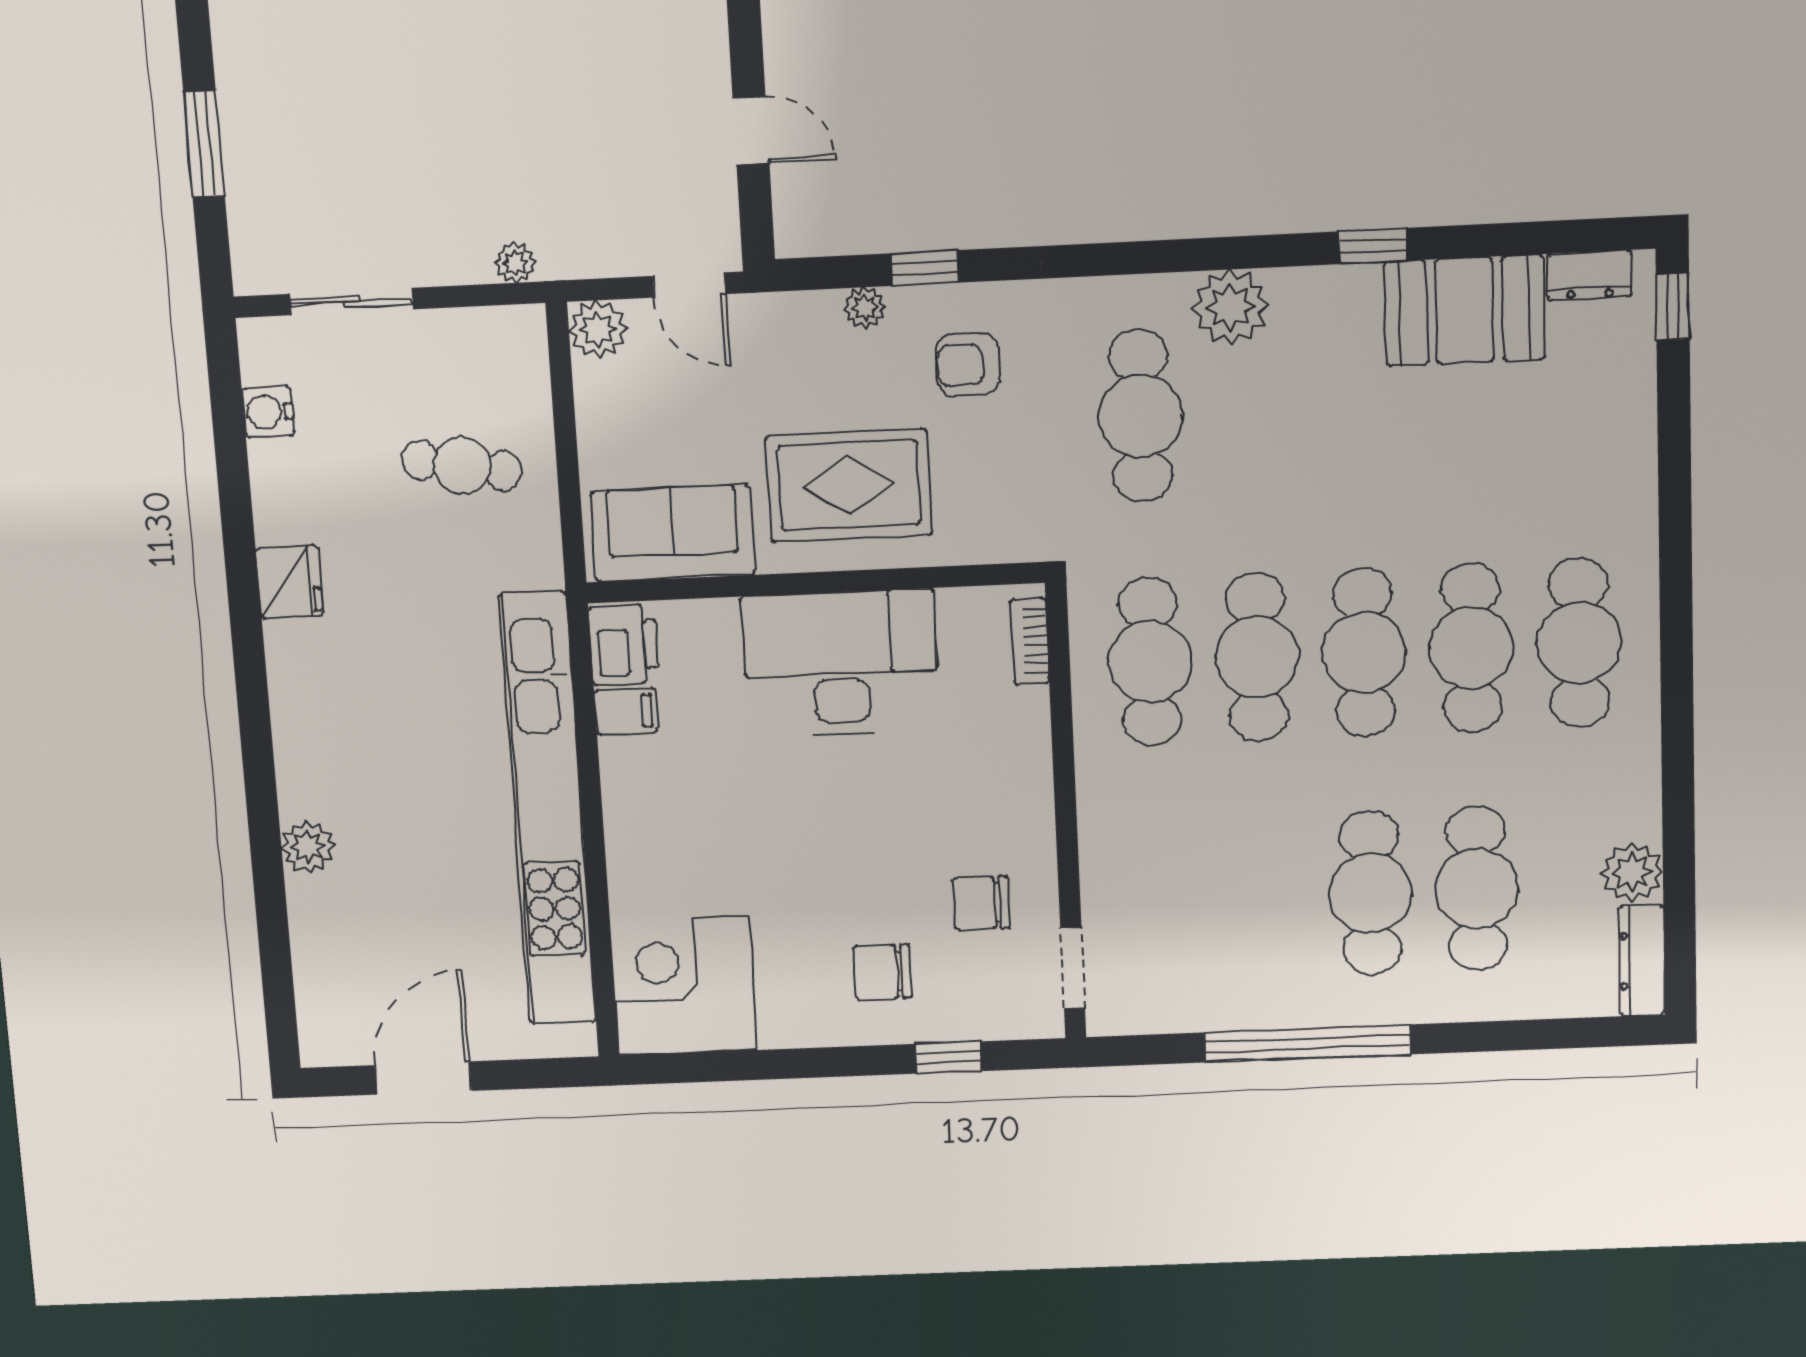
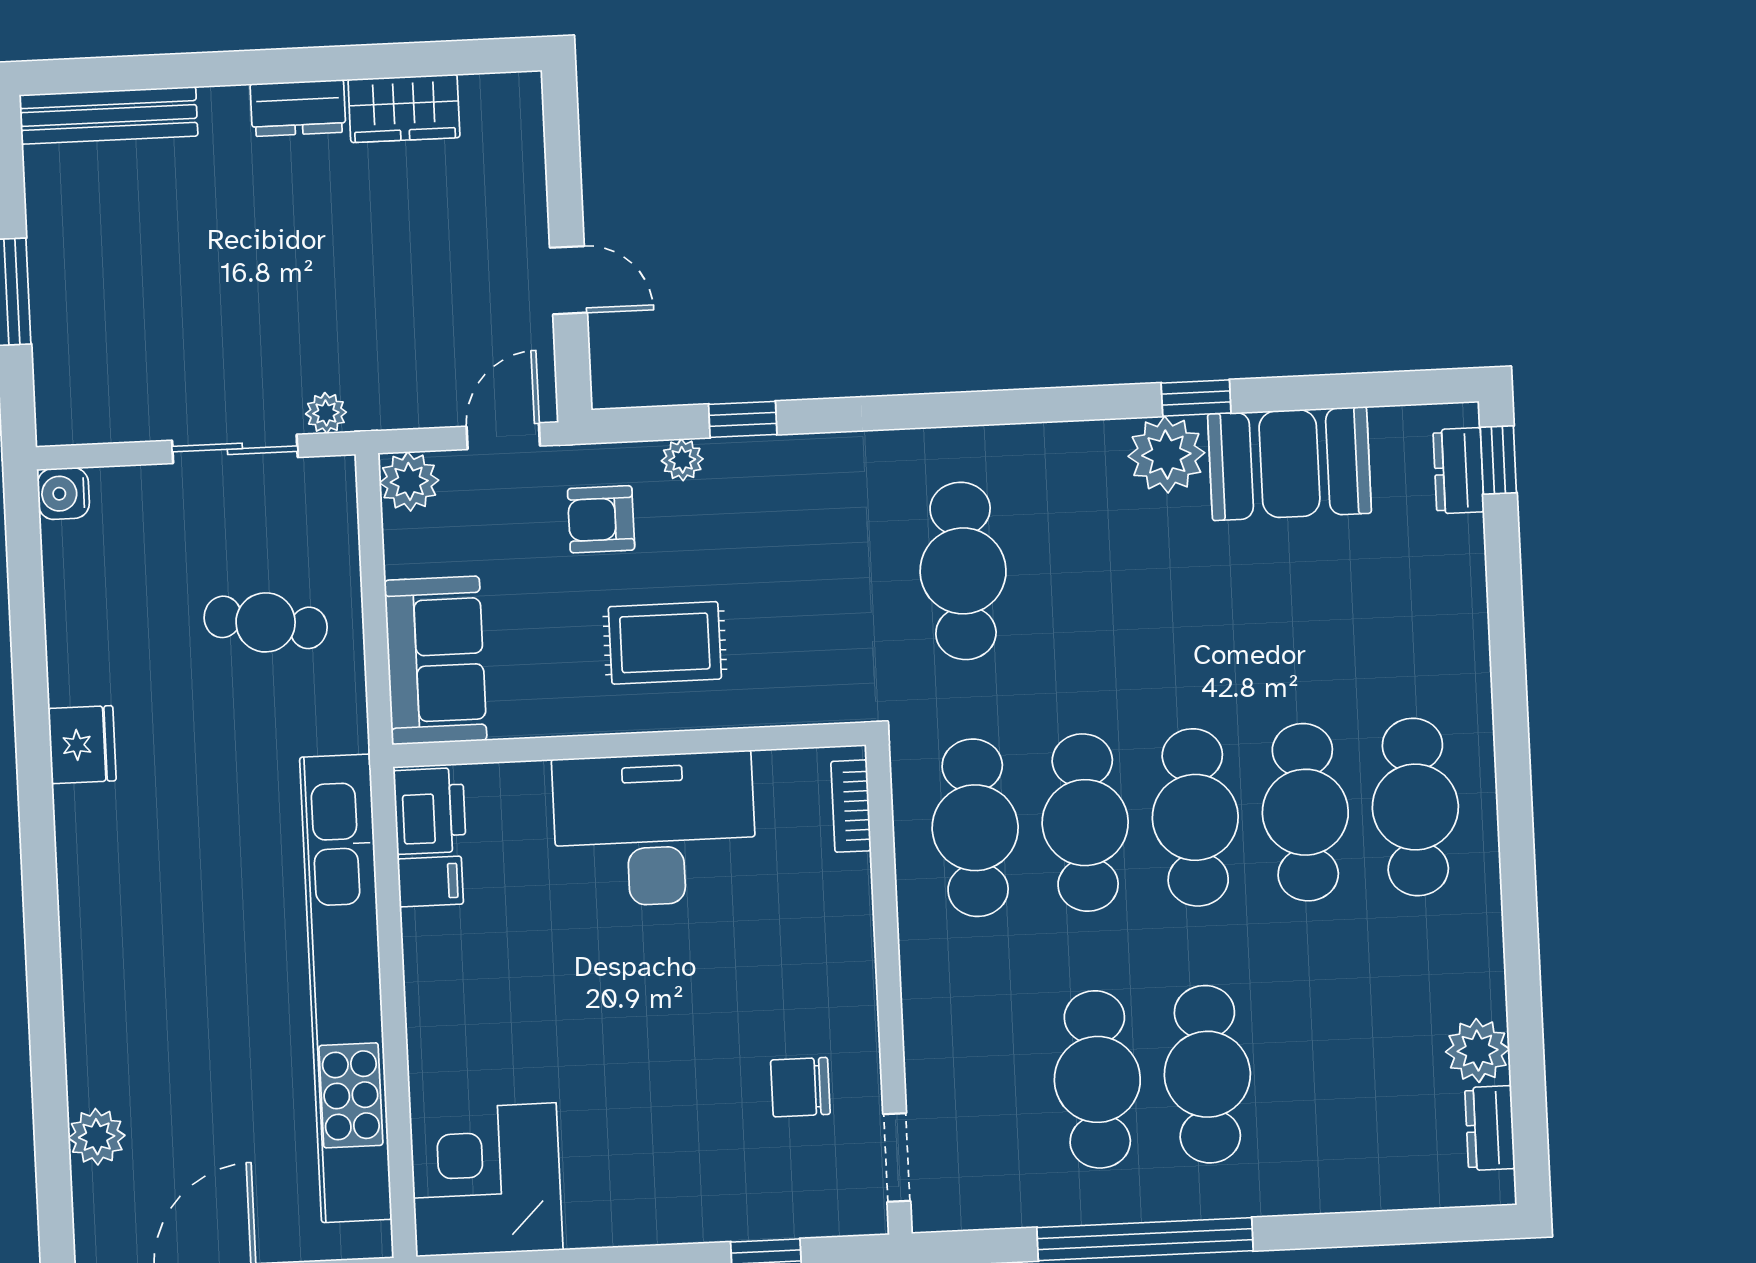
dresser: (1590, 275) -> (1459, 471), moved, turned 90
door: (689, 285) -> (503, 436), swing flipped
sliding door: (352, 302) -> (235, 449), moved
plant: (1230, 307) -> (1166, 455), moved
armchair: (968, 365) -> (601, 519), moved
water cooler: (268, 412) -> (63, 493), moved
rug: (849, 485) -> (665, 643), width x0.73, depth x0.70
sofa: (673, 533) -> (436, 660), moved, turned 90
plant: (308, 847) -> (97, 1137), moved
cafe table: (1477, 888) -> (1097, 1079), moved
dresser: (1641, 960) -> (1490, 1128), width x0.70
chair: (882, 972) -> (696, 1163), removed

